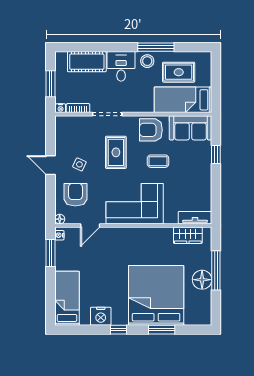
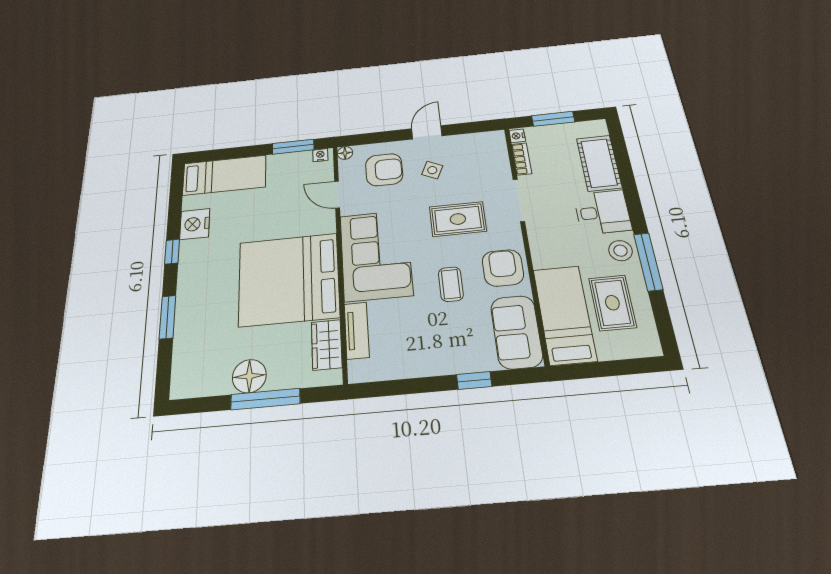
tv unit: (195, 218) -> (357, 330), moved
bed: (156, 295) -> (289, 279), moved, turned 180

